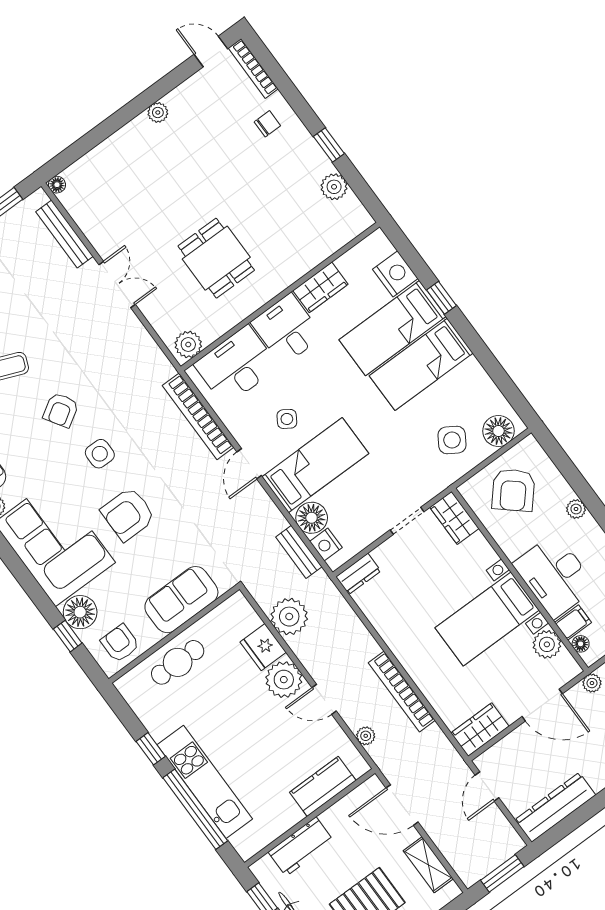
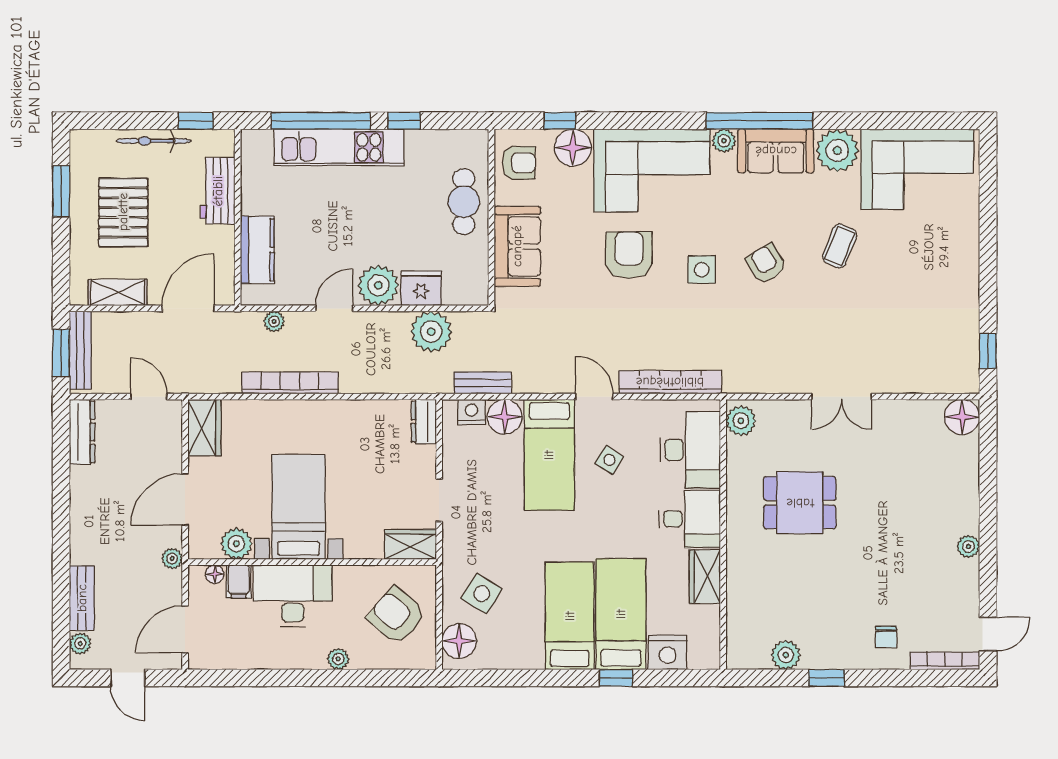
floor lamp: (57, 185) -> (962, 417), width x1.89, depth x1.89
bench: (64, 234) -> (80, 350), moved, turned 90
dresser: (555, 807) -> (82, 432), width x0.73, depth x0.80

